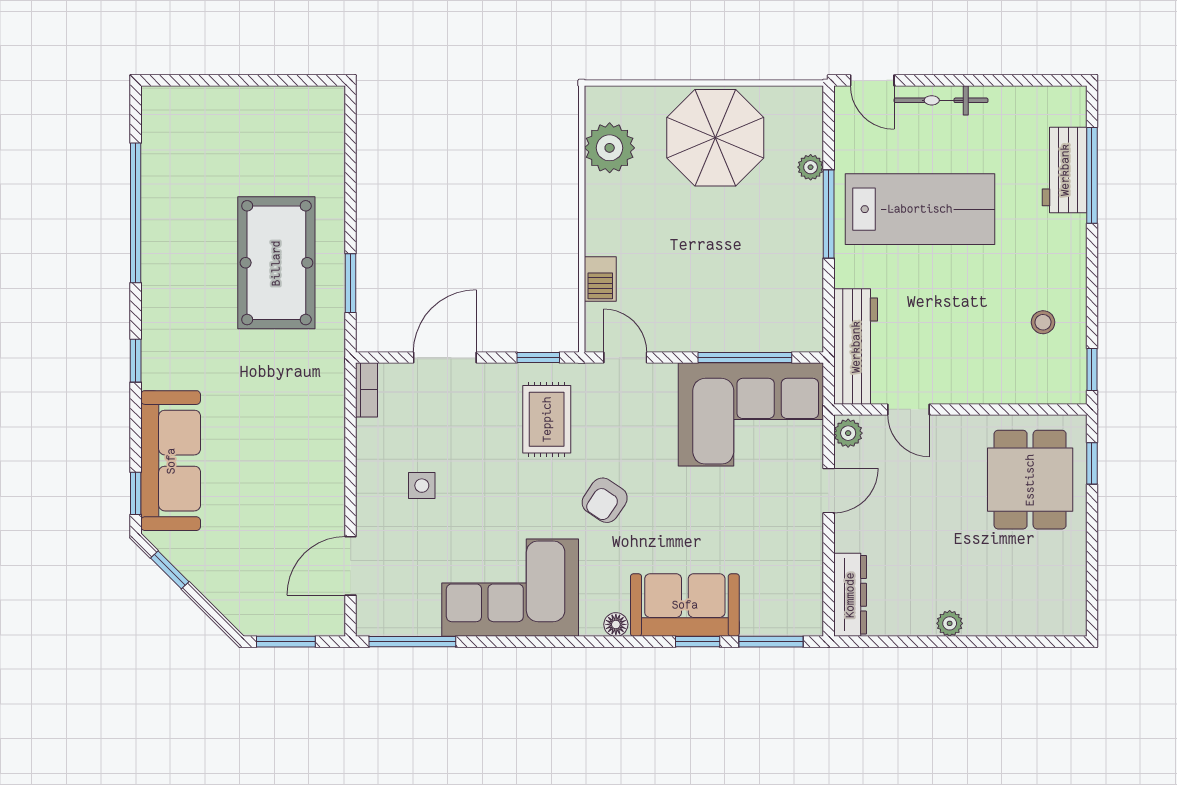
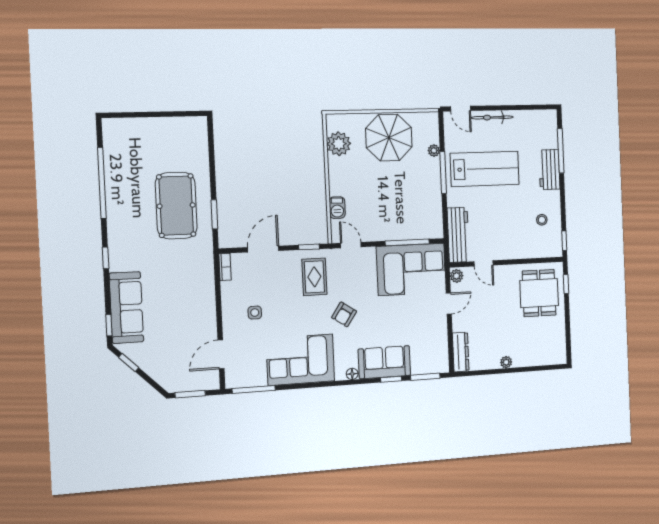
workbench: (1065, 170) -> (549, 170), moved

